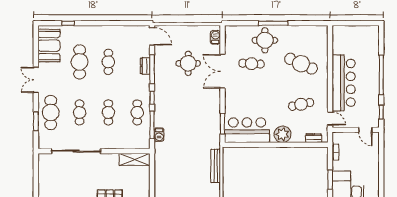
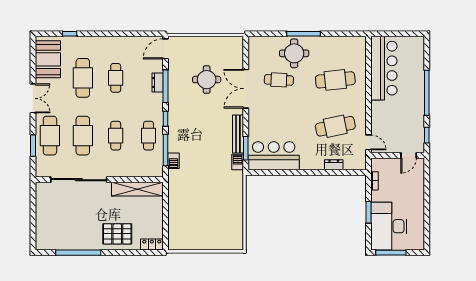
door: (152, 36) -> (165, 49), swing flipped
barbecue: (215, 37) -> (238, 162), moved
cafe table: (301, 64) -> (335, 80), turned -30
double door: (36, 80) -> (33, 98), swing flipped
bar counter: (344, 83) -> (384, 68), moved
cafe table: (301, 104) -> (335, 126), width x1.37, depth x1.35
cafe table: (80, 112) -> (83, 136), width x1.37, depth x1.35
door: (365, 130) -> (409, 155), hinge flipped
plant: (282, 134) -> (314, 160), removed
dresser: (314, 138) -> (334, 165), moved
shelving: (135, 159) -> (137, 189), width x1.47
bench: (216, 166) -> (238, 134), moved

